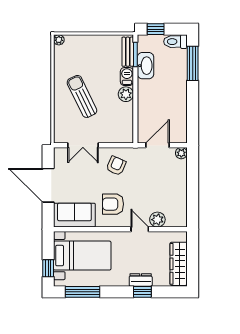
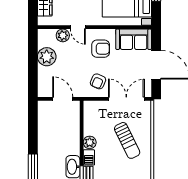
double door: (83, 145) -> (126, 99), width x1.37
door: (158, 145) -> (63, 99), swing flipped
plant: (181, 153) -> (47, 57), moved, width x1.88, depth x1.88

